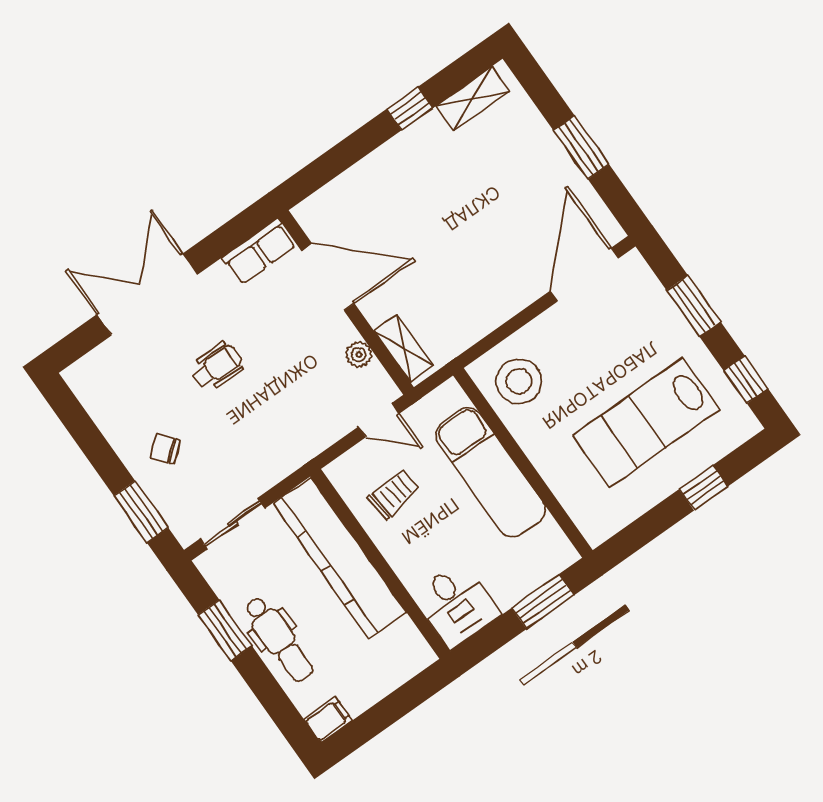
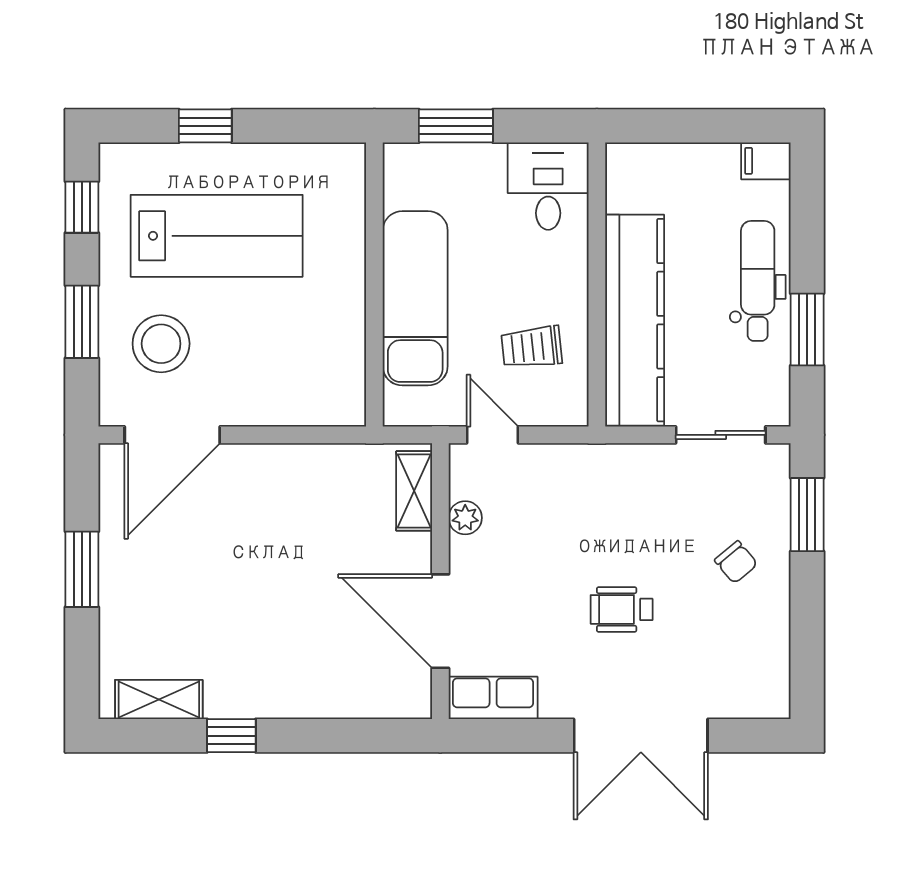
stool: (519, 381) -> (161, 344), moved

